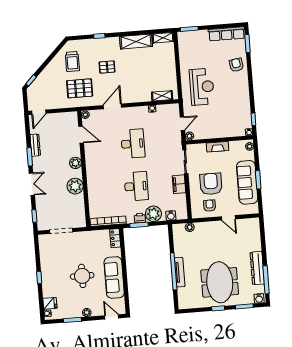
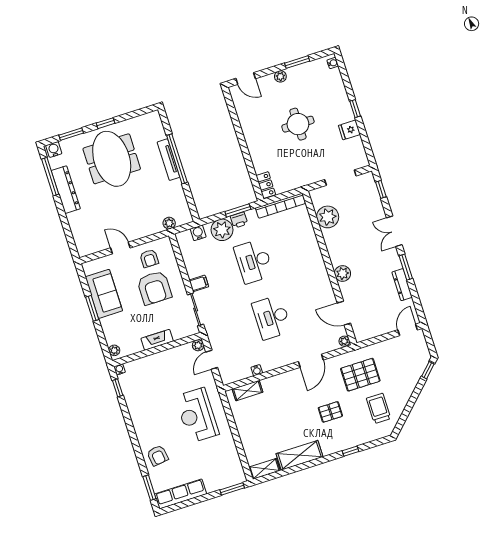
sofa: (247, 182) -> (104, 294), width x0.73
filing cabinet: (179, 184) -> (199, 283), width x0.50
plant: (75, 186) -> (328, 217), moved
sofa: (114, 277) -> (255, 132), removed
fridge: (50, 303) -> (349, 130), moved

